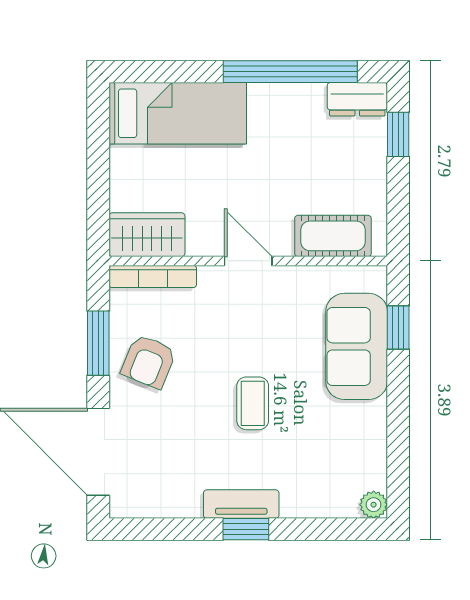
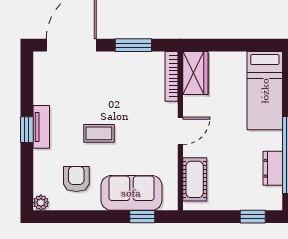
dresser: (357, 99) -> (273, 168), moved
armchair: (149, 361) -> (76, 179), moved, turned 68

